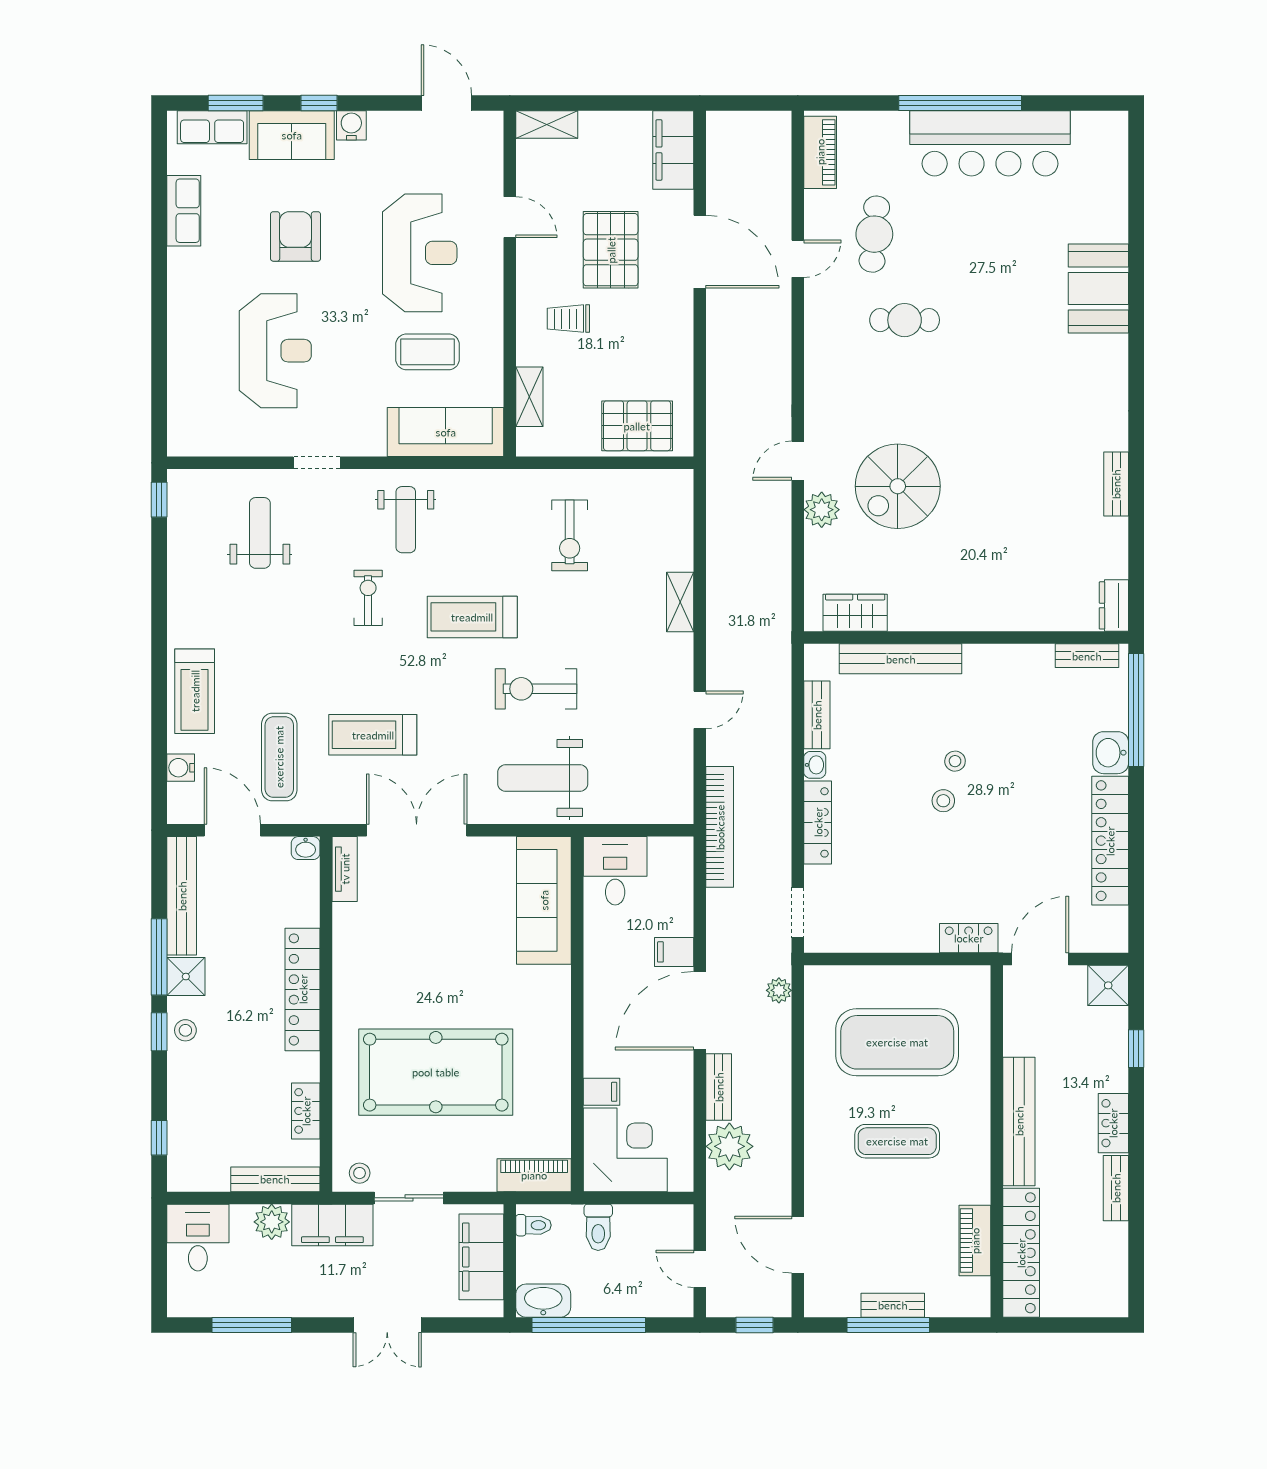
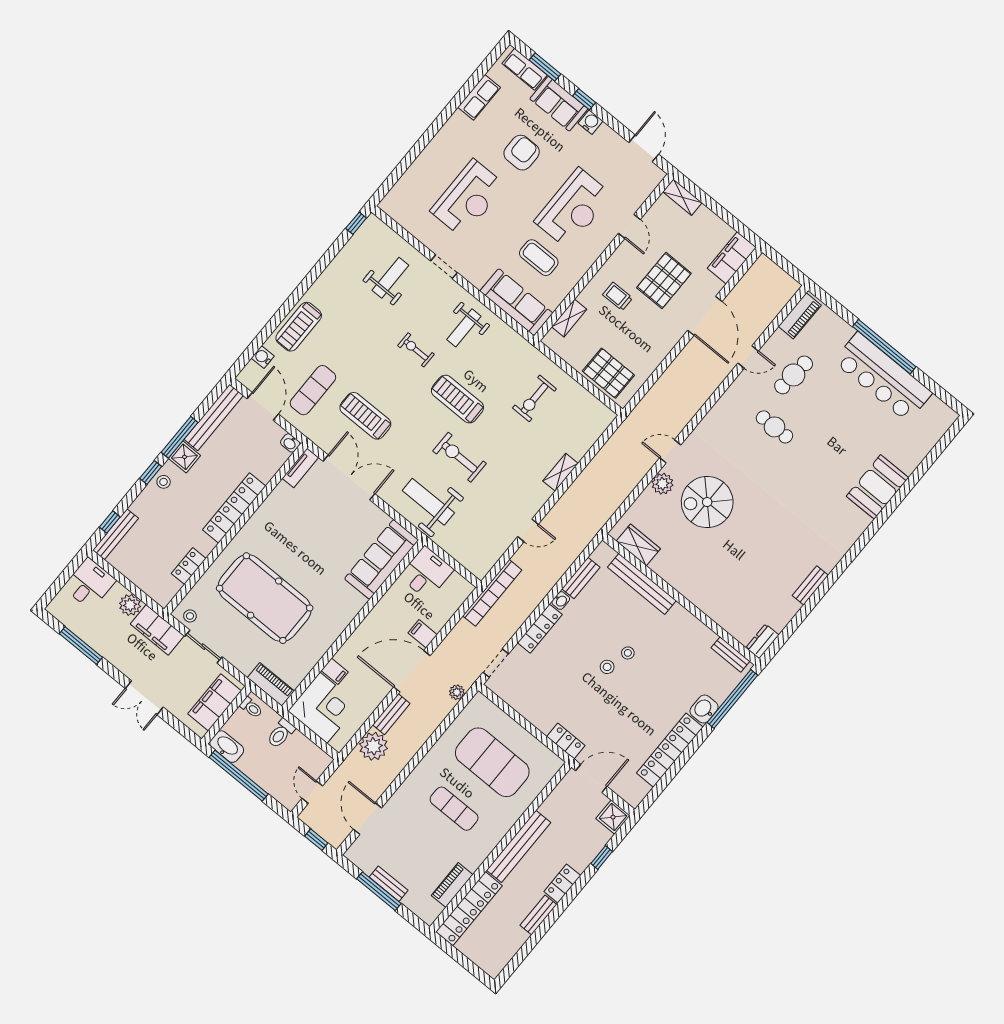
exercise bike: (368, 598) -> (416, 350), turned -90
bench: (275, 1179) -> (116, 534), moved, turned 90

